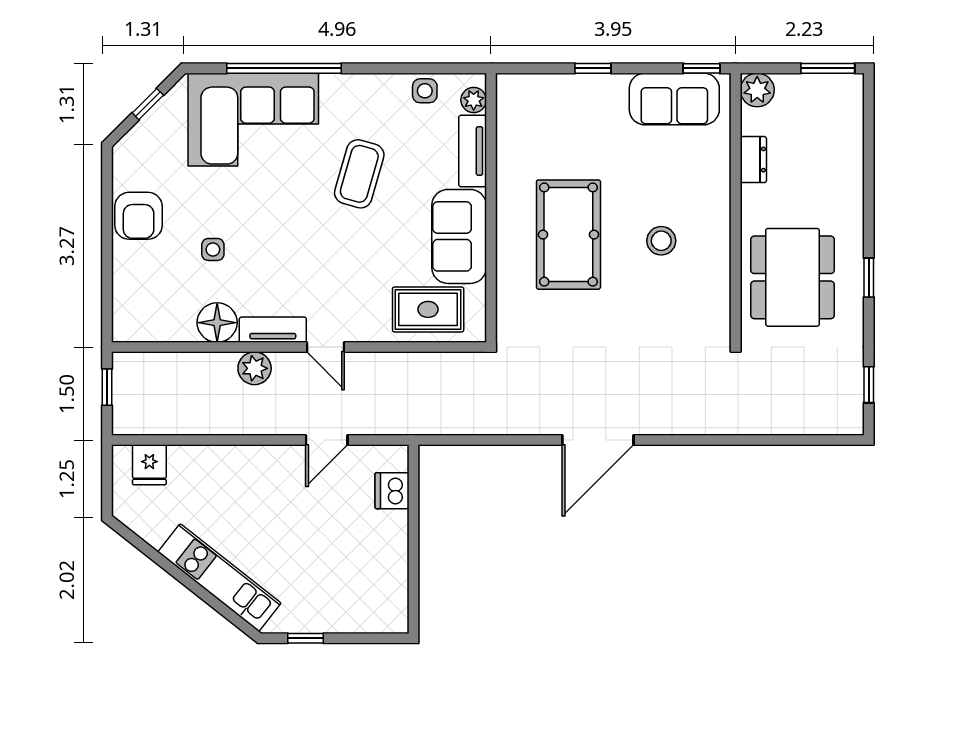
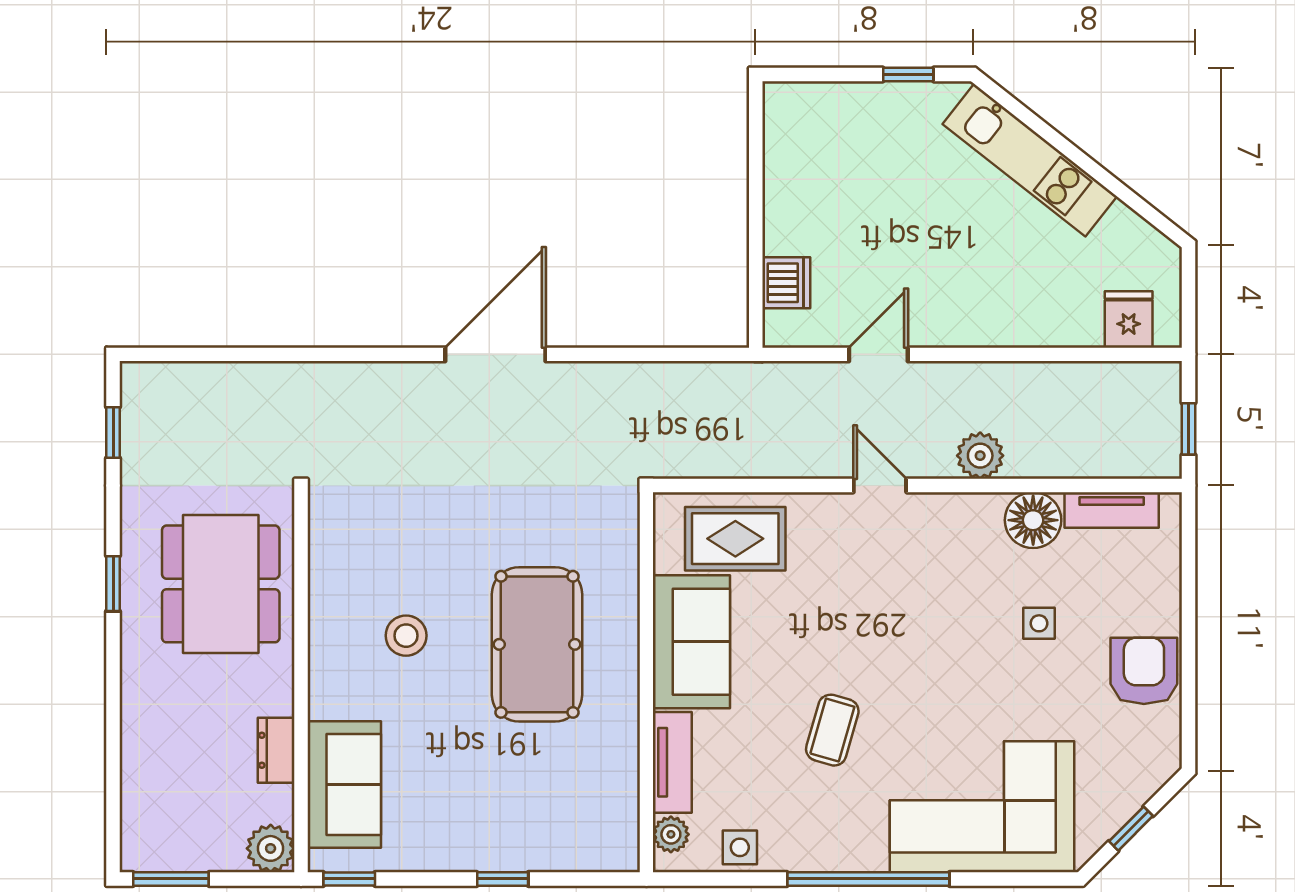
window: (284, 68) -> (868, 879), moved
sofa: (674, 99) -> (344, 785), moved, turned 90
coffee table: (359, 174) -> (832, 730), width x0.73, depth x0.77
tv unit: (273, 330) -> (1112, 510), moved

